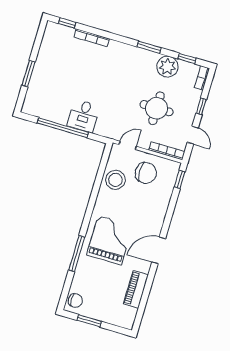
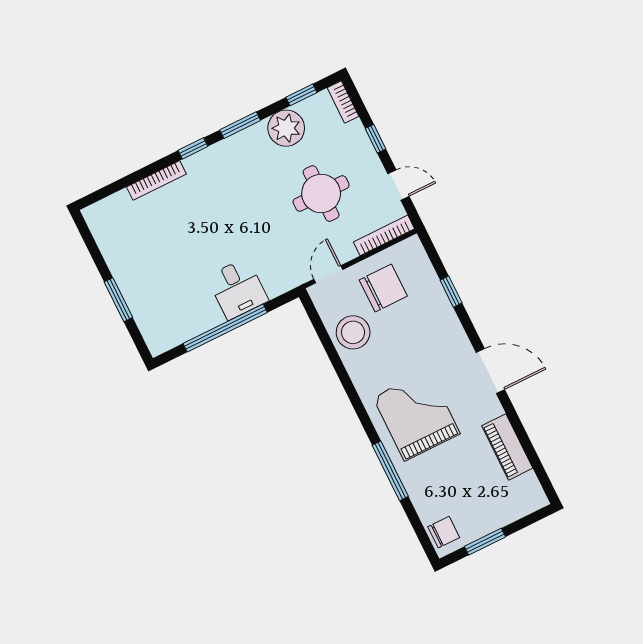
window: (67, 23) -> (193, 148), moved
window: (180, 179) -> (451, 292), moved
door: (159, 250) -> (490, 371), swing flipped

